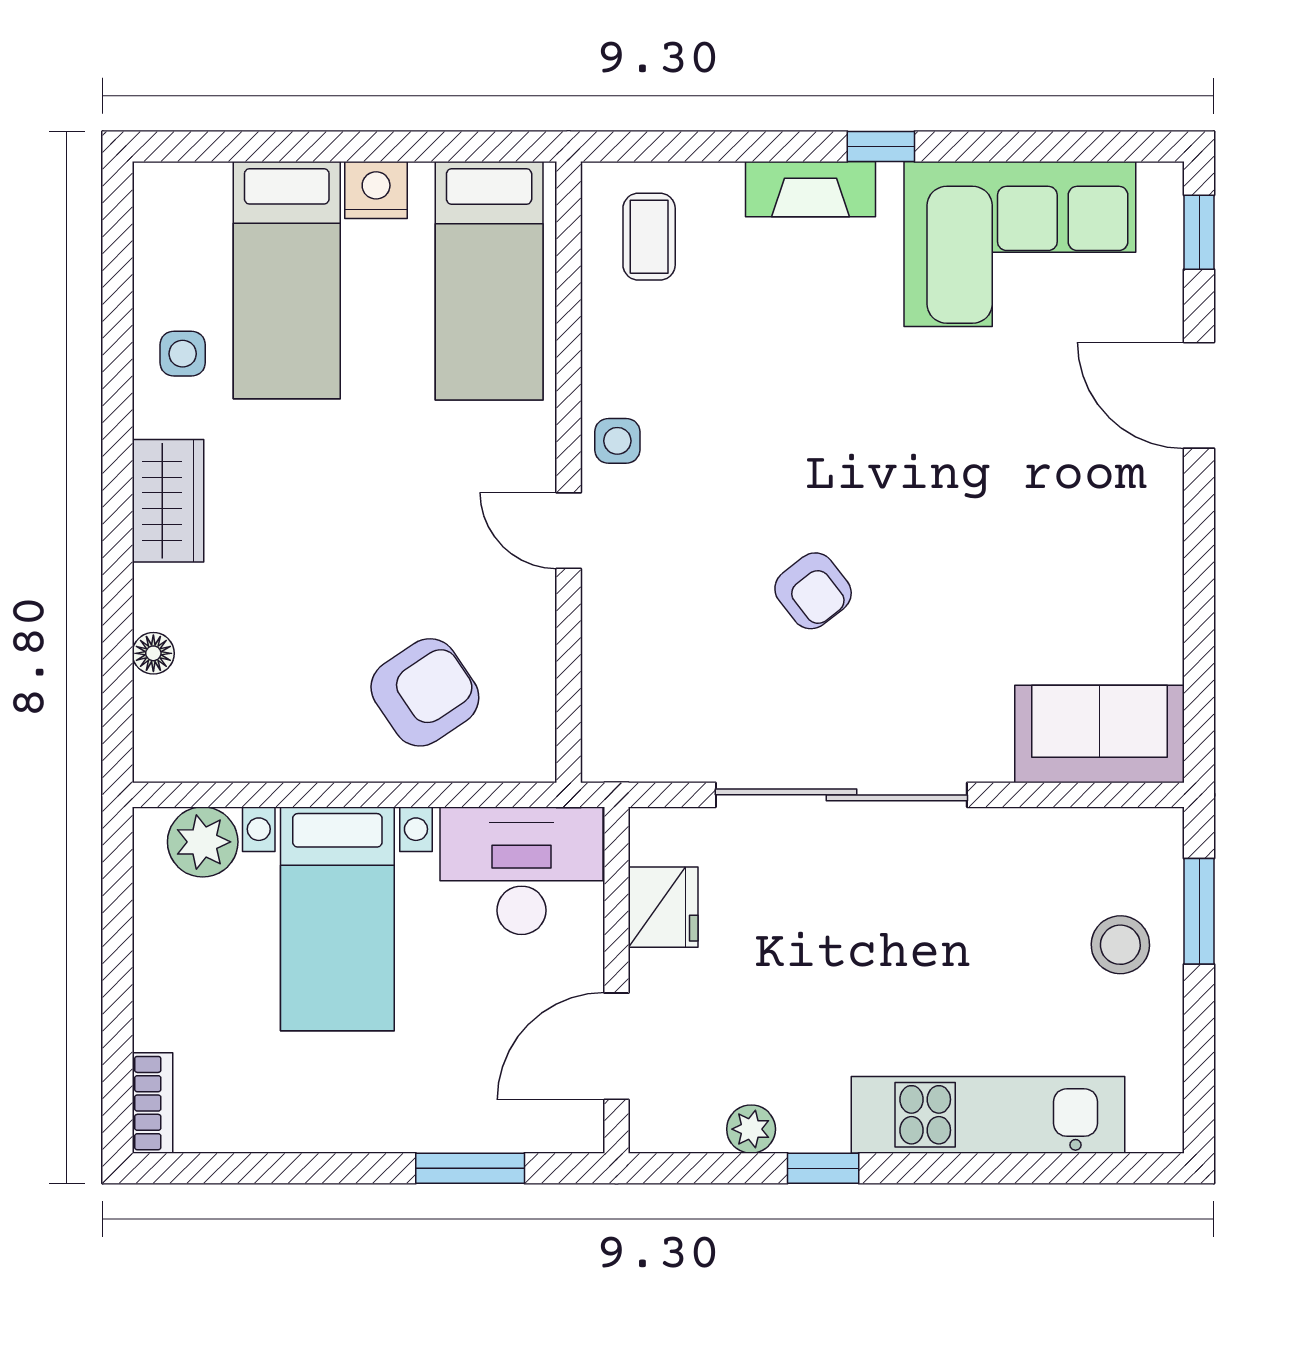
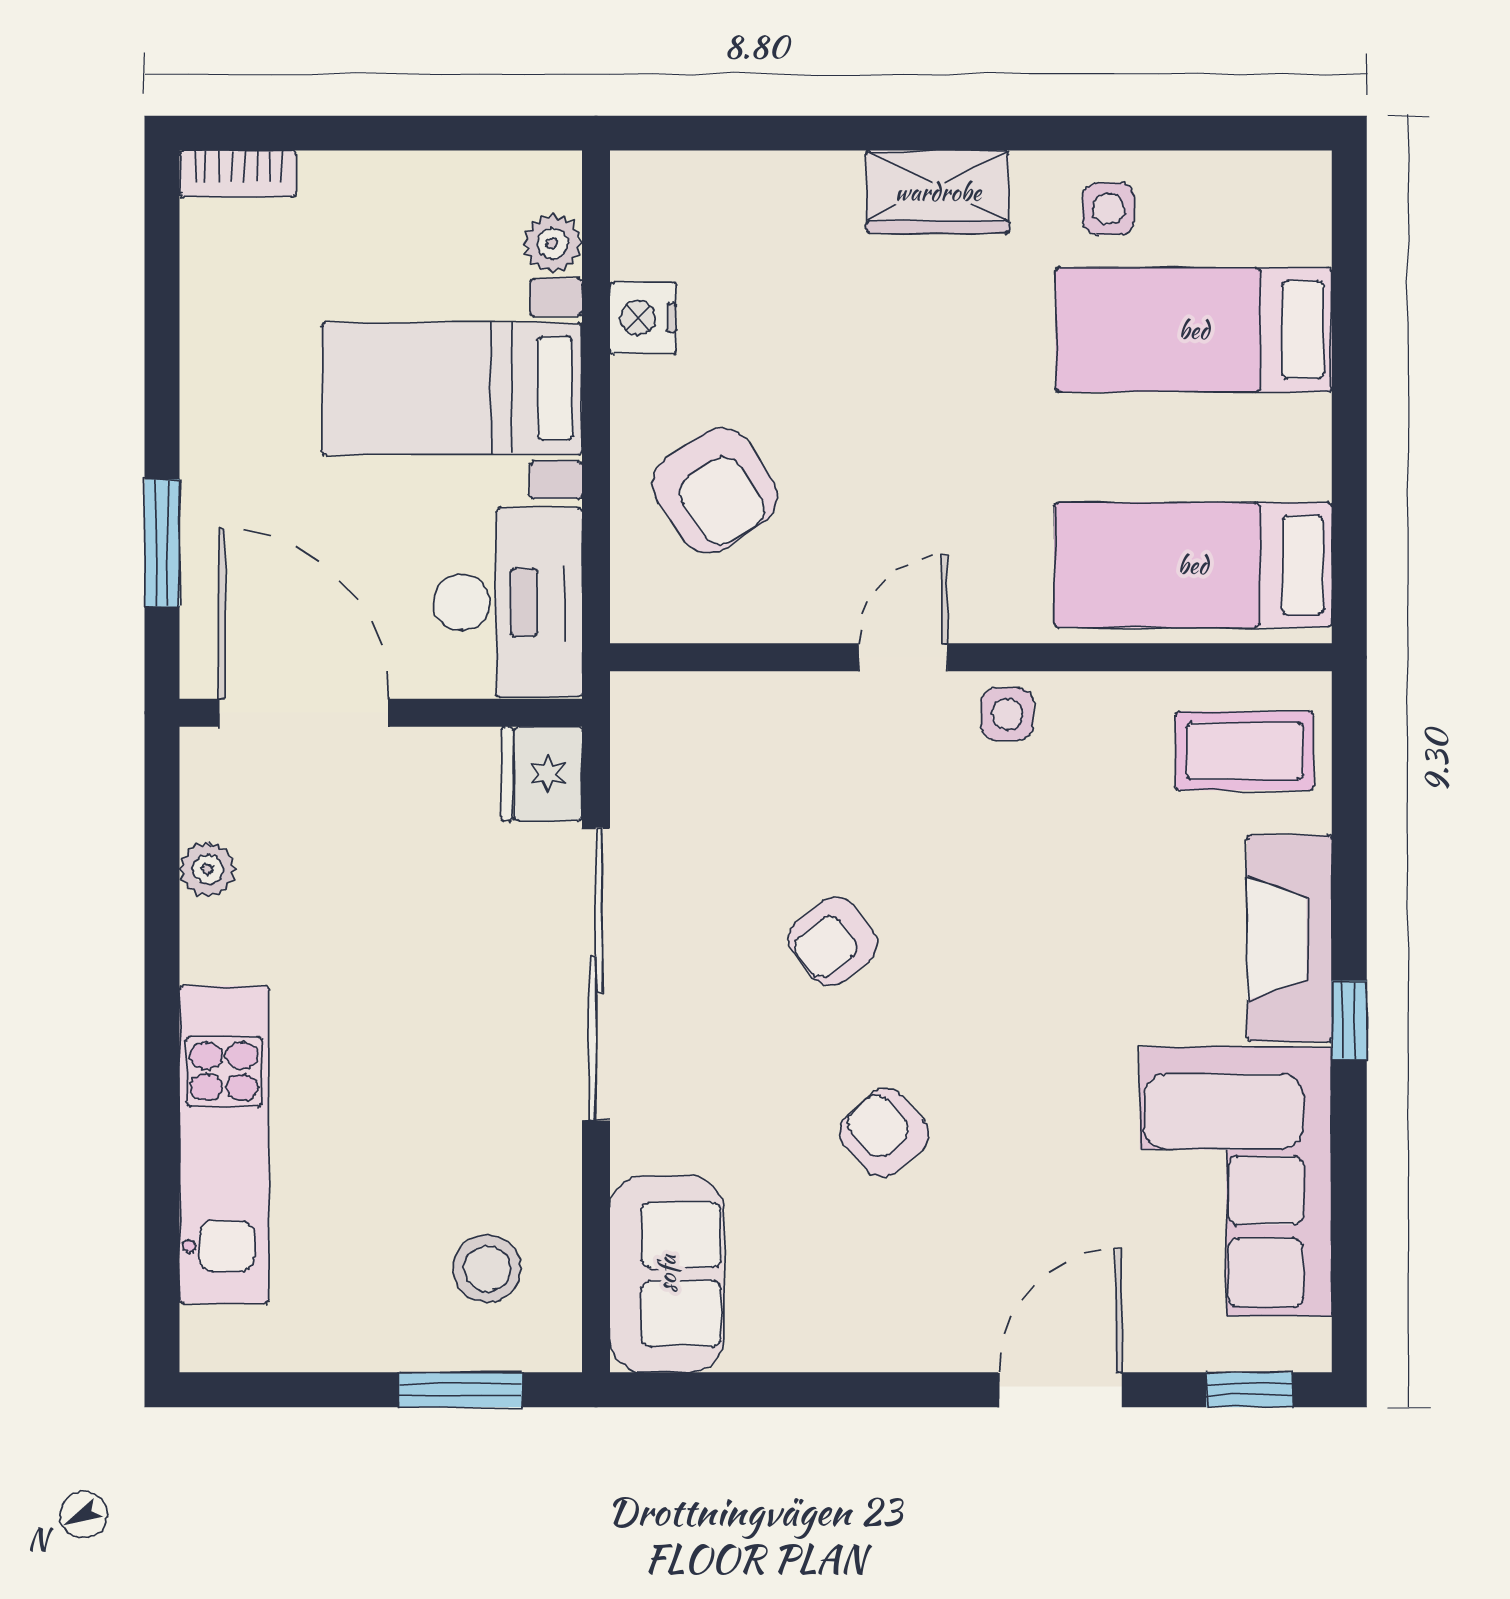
fireplace: (811, 189) -> (1290, 938), width x1.37, depth x1.32
nightstand: (376, 190) -> (643, 318), moved, turned 180
coffee table: (649, 237) -> (1245, 751), width x1.36, depth x1.30
armchair: (978, 547) -> (884, 1133), added
floor lamp: (153, 653) -> (760, 175), removed
plant: (203, 842) -> (552, 243), width x0.73, depth x0.73
fridge: (663, 907) -> (542, 774), moved, turned 90
stool: (1120, 945) -> (487, 1269), moved
door: (616, 1046) -> (304, 713), width x1.36
window: (823, 1168) -> (162, 953), removed

